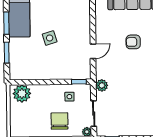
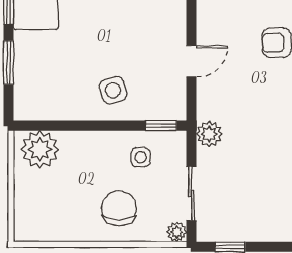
side table: (50, 38) -> (113, 90), moved

